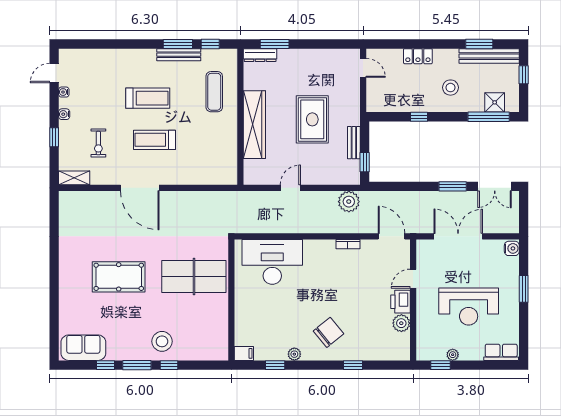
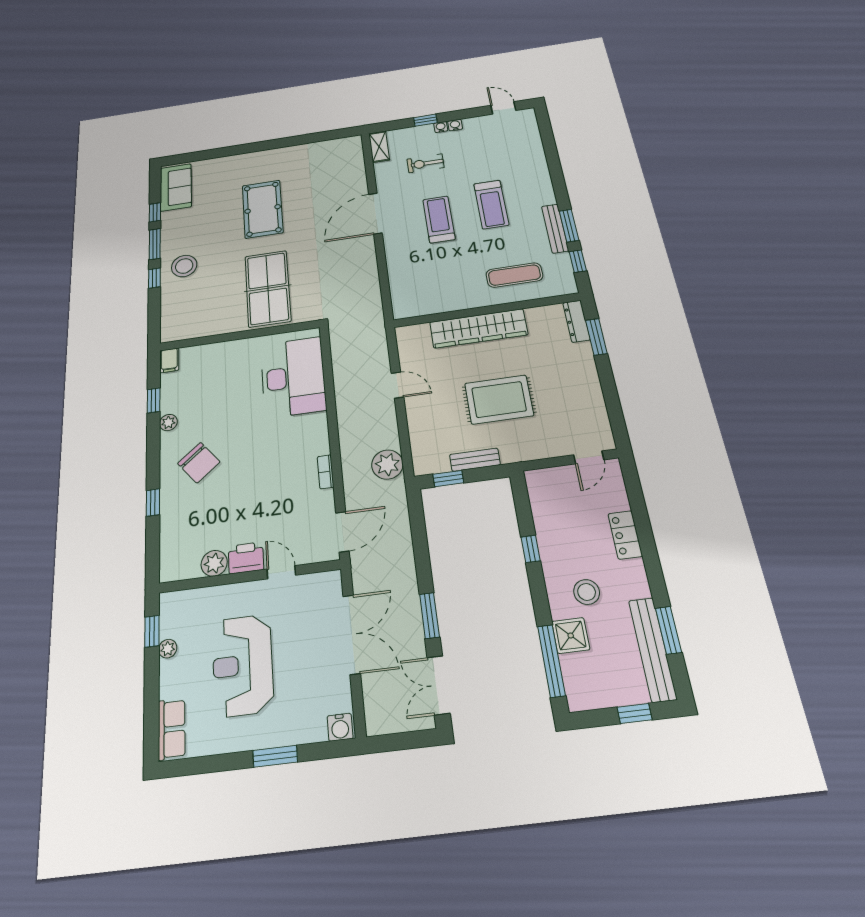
water cooler: (64, 92) -> (441, 127), moved
shower: (495, 102) -> (571, 635), moved

